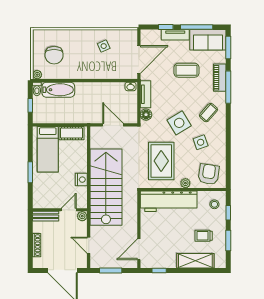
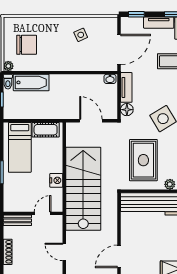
window: (166, 27) -> (136, 14), moved
chair: (54, 55) -> (27, 45), turned -90
plant: (82, 216) -> (57, 220), removed

